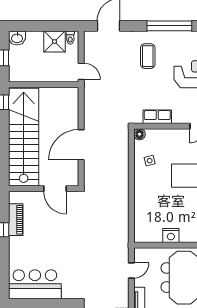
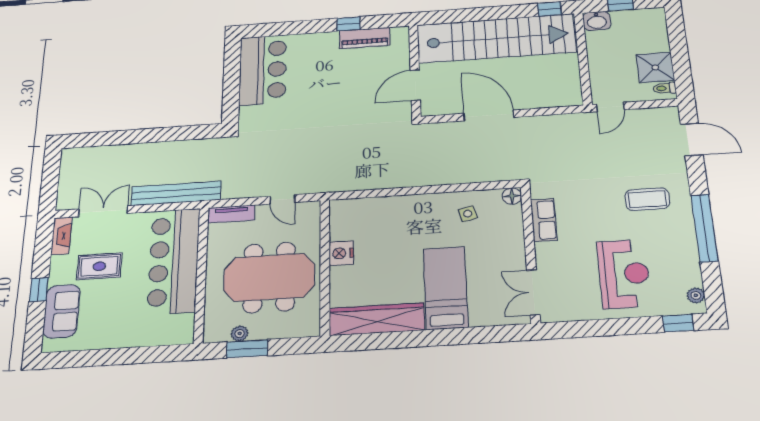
washbasin: (17, 38) -> (597, 21), moved, turned -90

